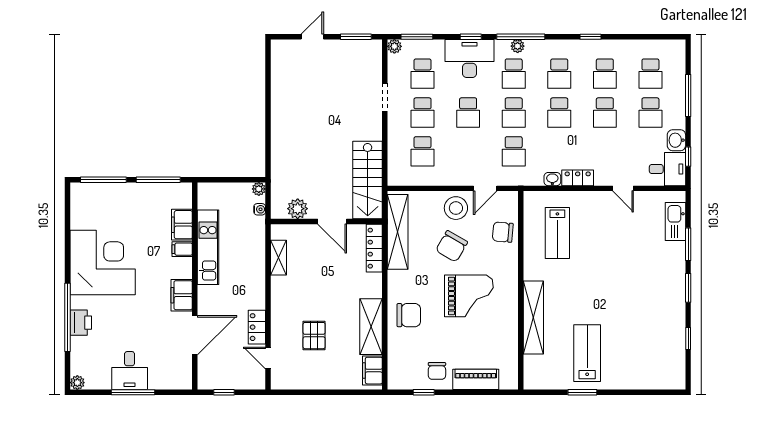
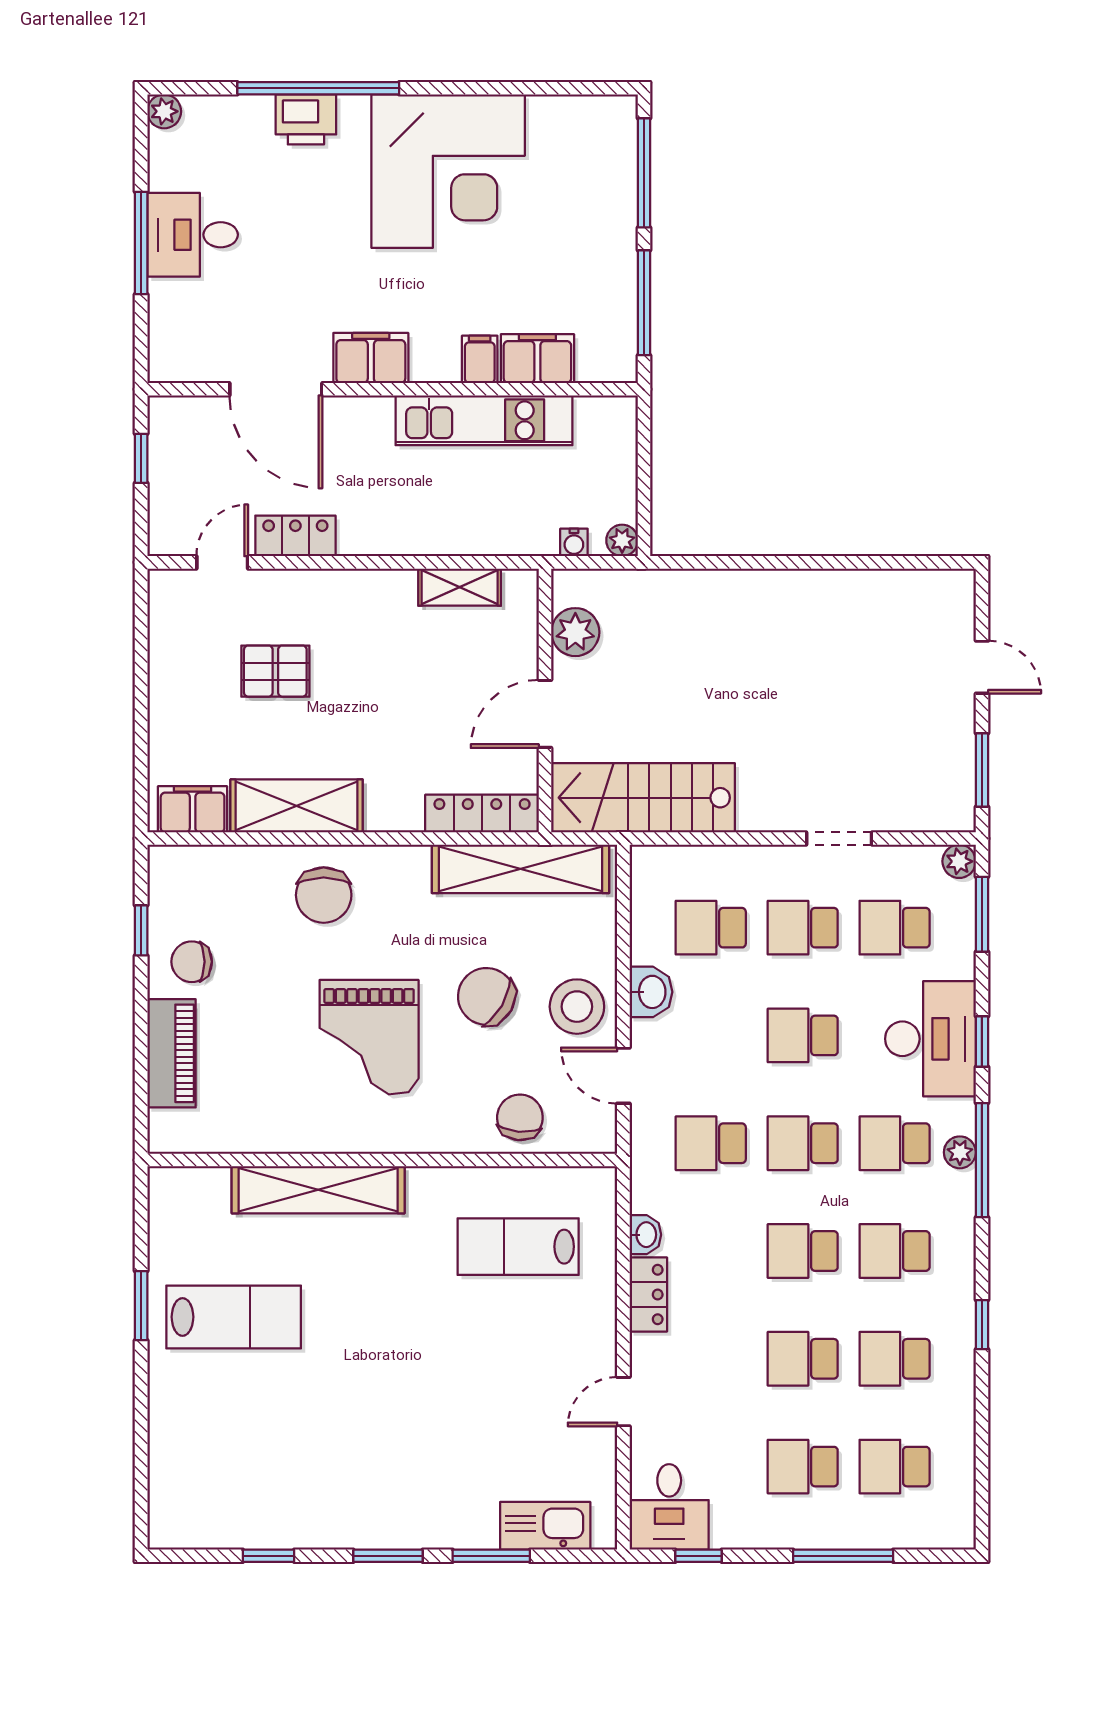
washbasin: (676, 140) -> (651, 992), moved, turned 90

